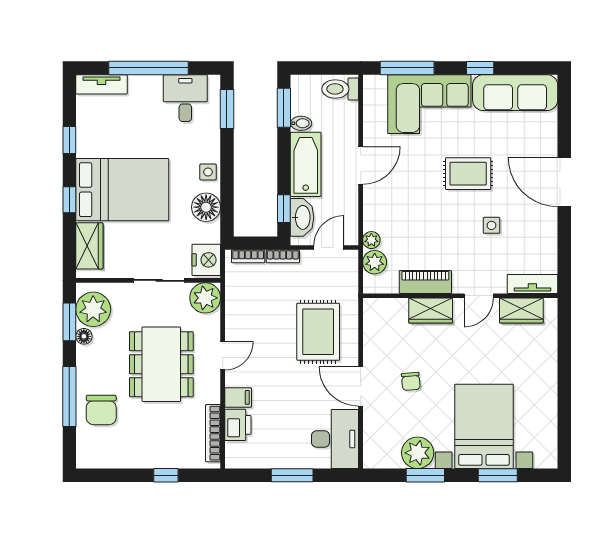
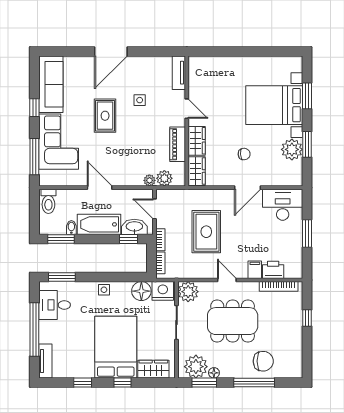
floor lamp: (206, 207) -> (141, 291), moved
wardrobe: (521, 311) -> (197, 171), moved
rug: (318, 332) -> (206, 232), moved, turned 90

